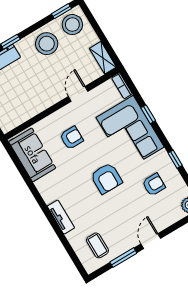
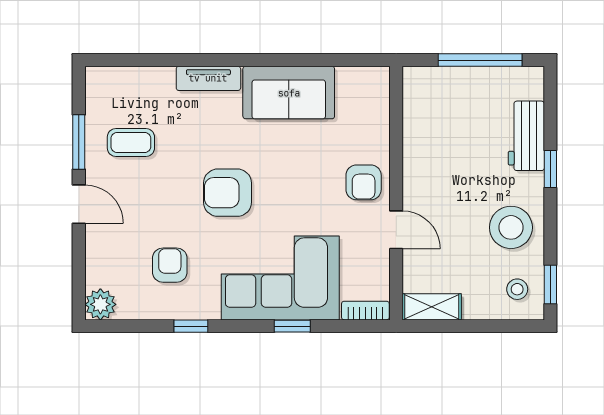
stool: (72, 25) -> (517, 289), width x0.53, depth x0.53
armchair: (72, 138) -> (364, 182), moved
sofa: (32, 155) -> (289, 93), moved
armchair: (154, 185) -> (170, 265), turned 180
coffee table: (97, 245) -> (131, 143), moved

